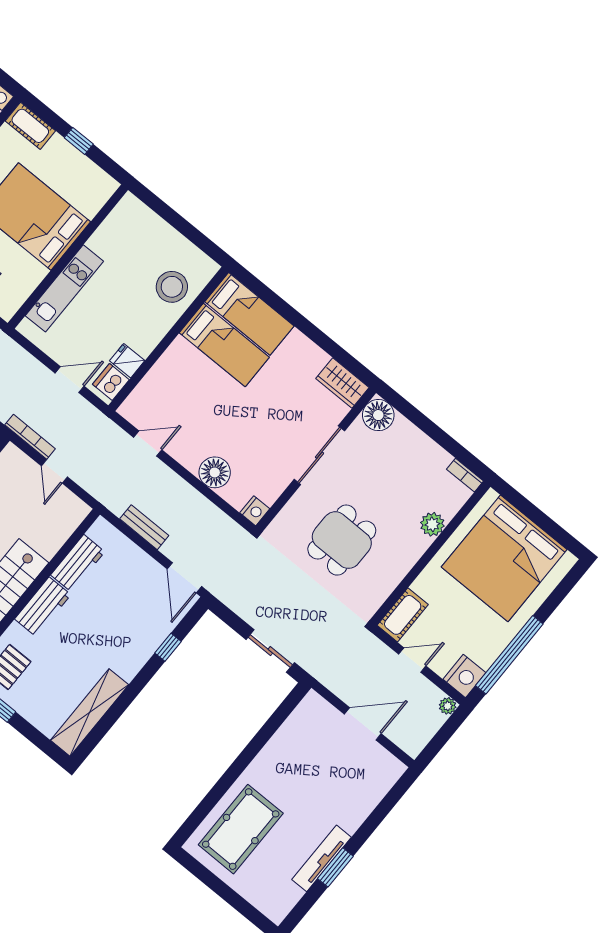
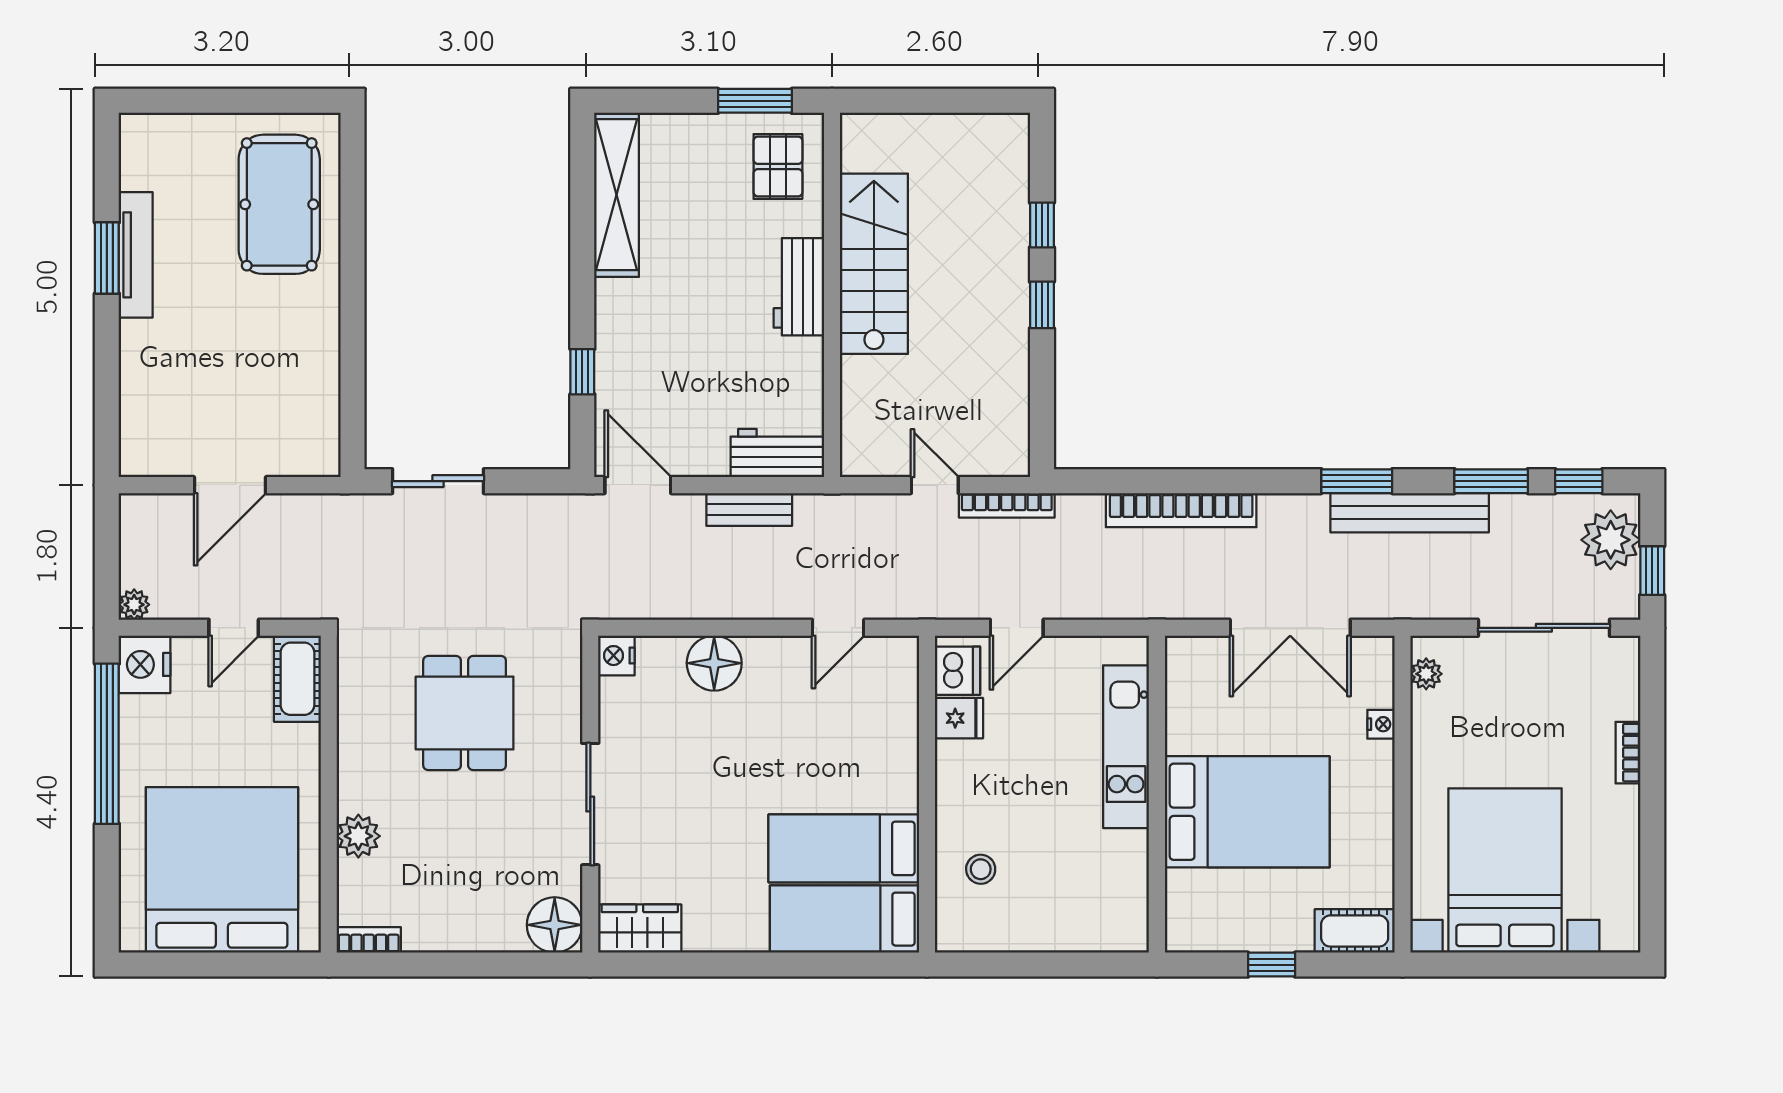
stool: (172, 287) -> (981, 869), width x0.53, depth x0.53
workbench: (78, 563) -> (777, 453), moved, turned 90

